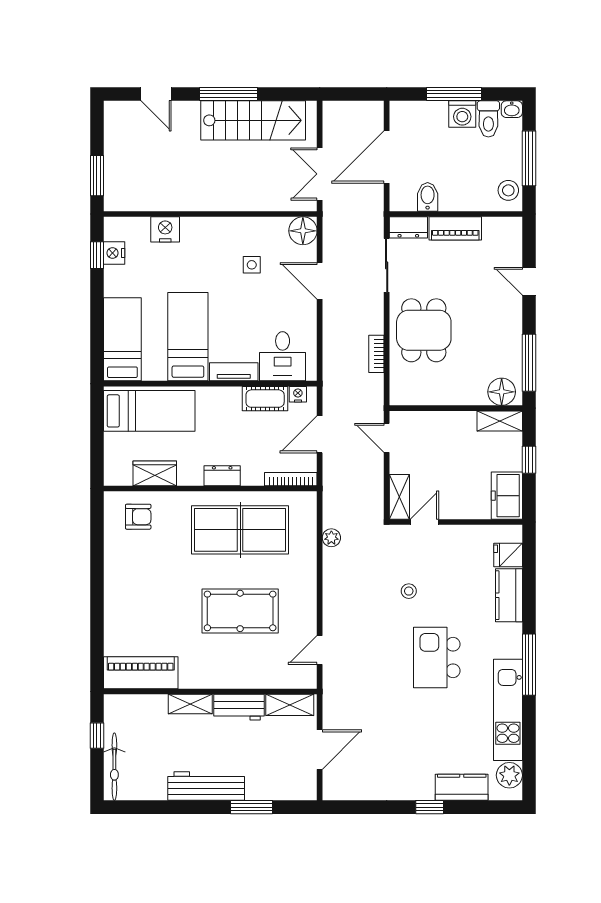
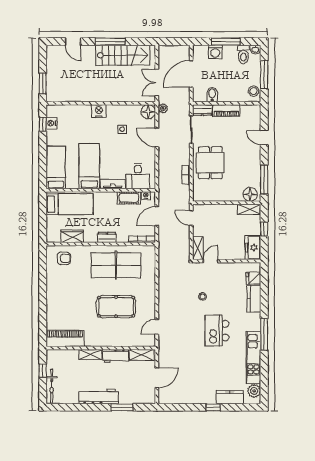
washing machine: (462, 114) -> (215, 52), moved
nightstand: (165, 229) -> (99, 111), moved
plant: (331, 538) -> (163, 108), moved

